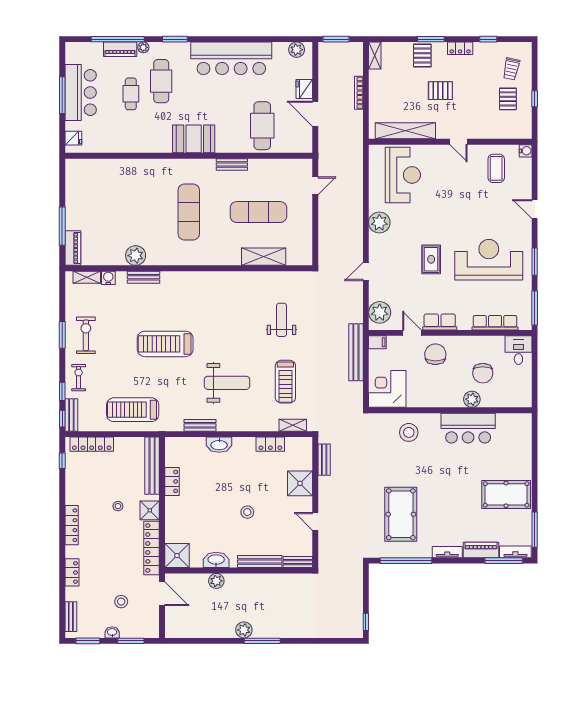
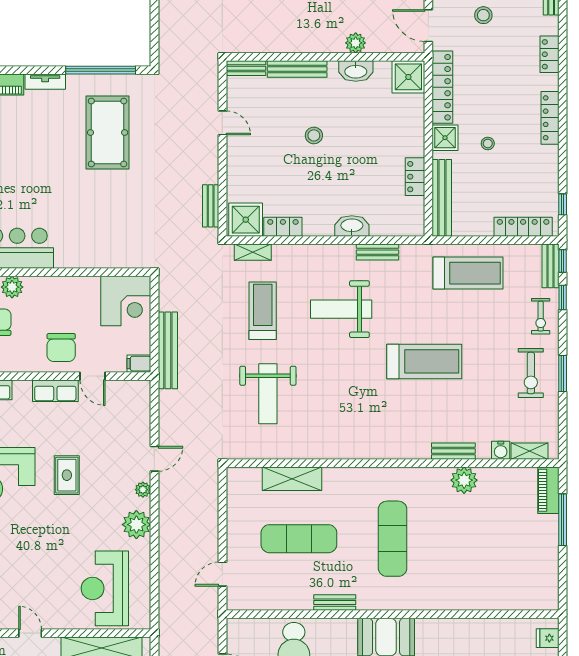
plant: (380, 312) -> (143, 490), moved, width x0.53, depth x0.53
weight bench: (282, 320) -> (268, 394), width x1.36, depth x1.33
stool: (409, 432) -> (97, 242), removed
shower: (300, 483) -> (246, 220), moved

